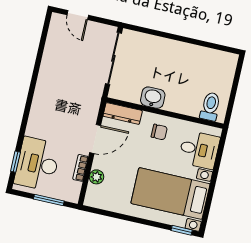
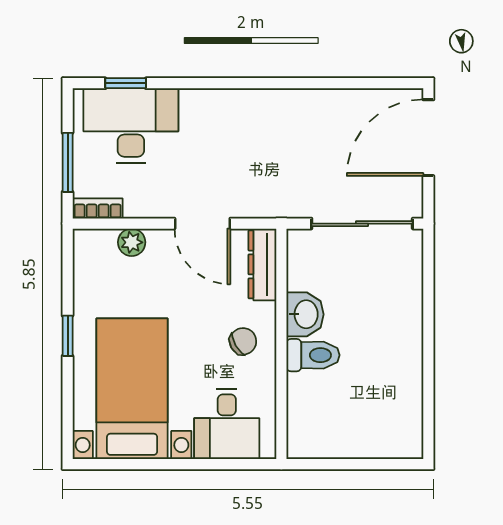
door: (78, 15) -> (428, 138), width x1.88
toilet: (210, 106) -> (313, 355), moved
chair: (159, 132) -> (243, 341), turned -120
bookcase: (81, 168) -> (98, 208), moved
window: (182, 230) -> (68, 336), moved

